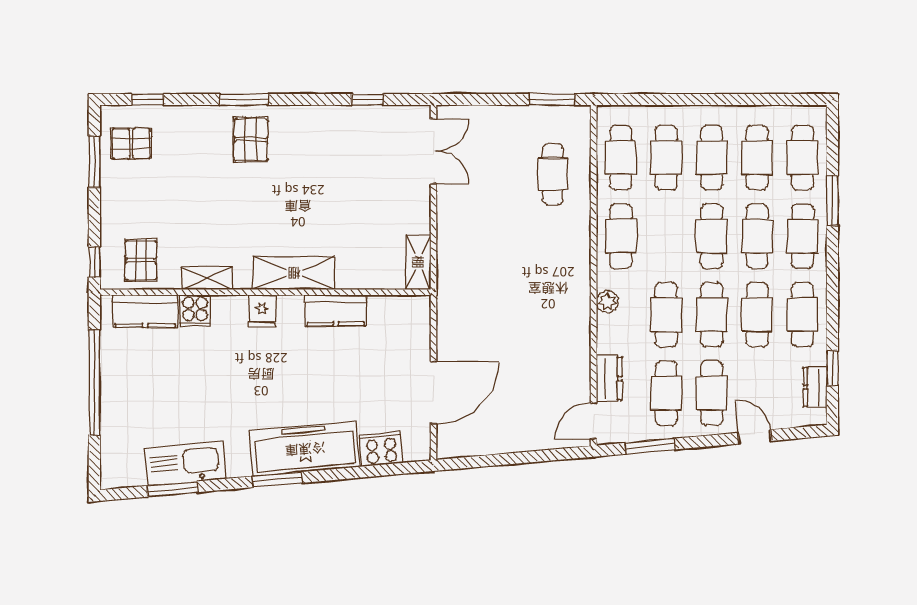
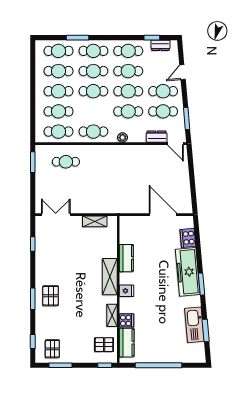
pallet: (251, 140) -> (51, 296), turned 90
shelving: (418, 262) -> (95, 221), moved

